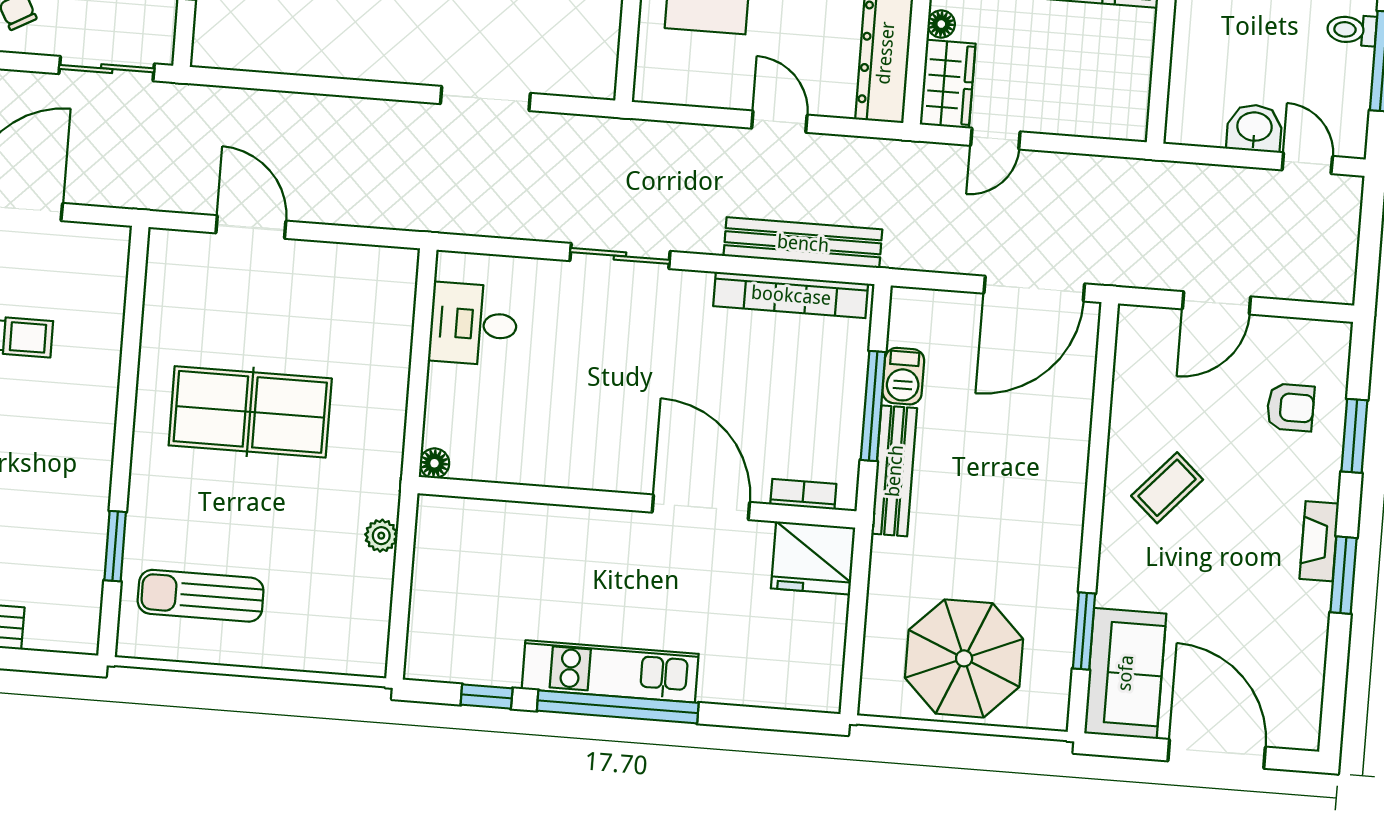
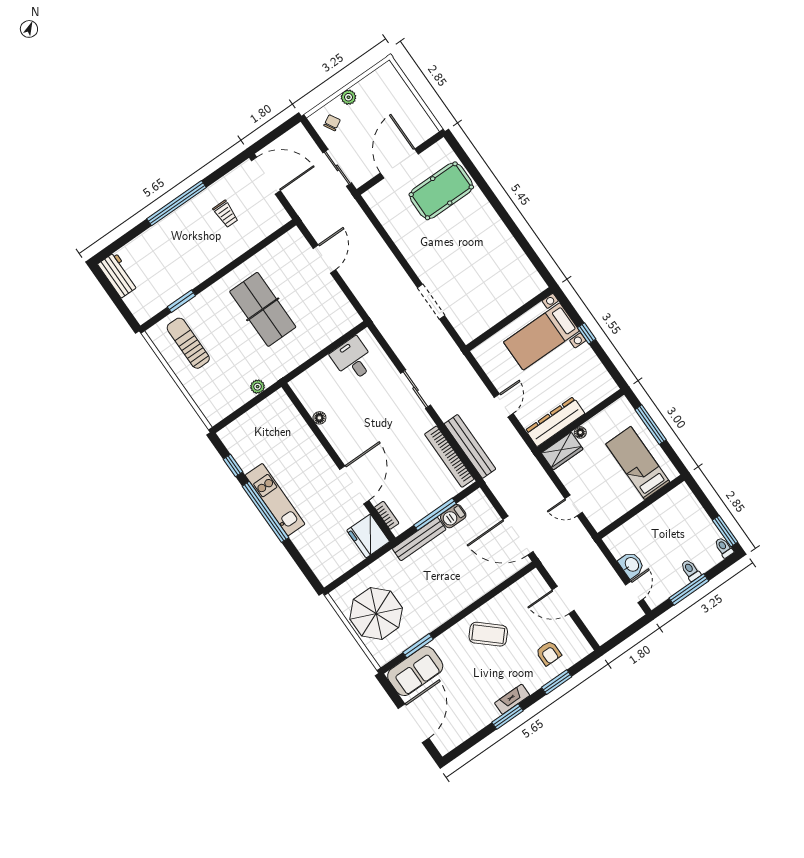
door: (995, 139) -> (574, 505), moved
floor lamp: (434, 463) -> (319, 418), moved
coffee table: (1167, 488) -> (488, 634), width x1.36, depth x1.30

